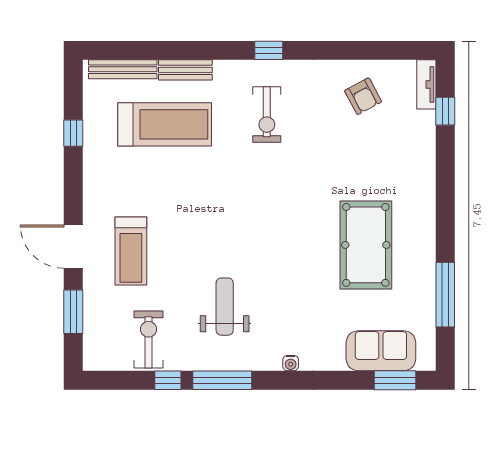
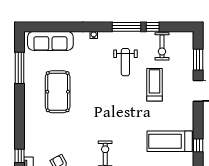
treadmill: (165, 124) -> (170, 141), moved
treadmill: (131, 251) -> (154, 85), moved
sofa: (381, 351) -> (50, 41), width x1.36
window: (395, 380) -> (44, 27), removed

